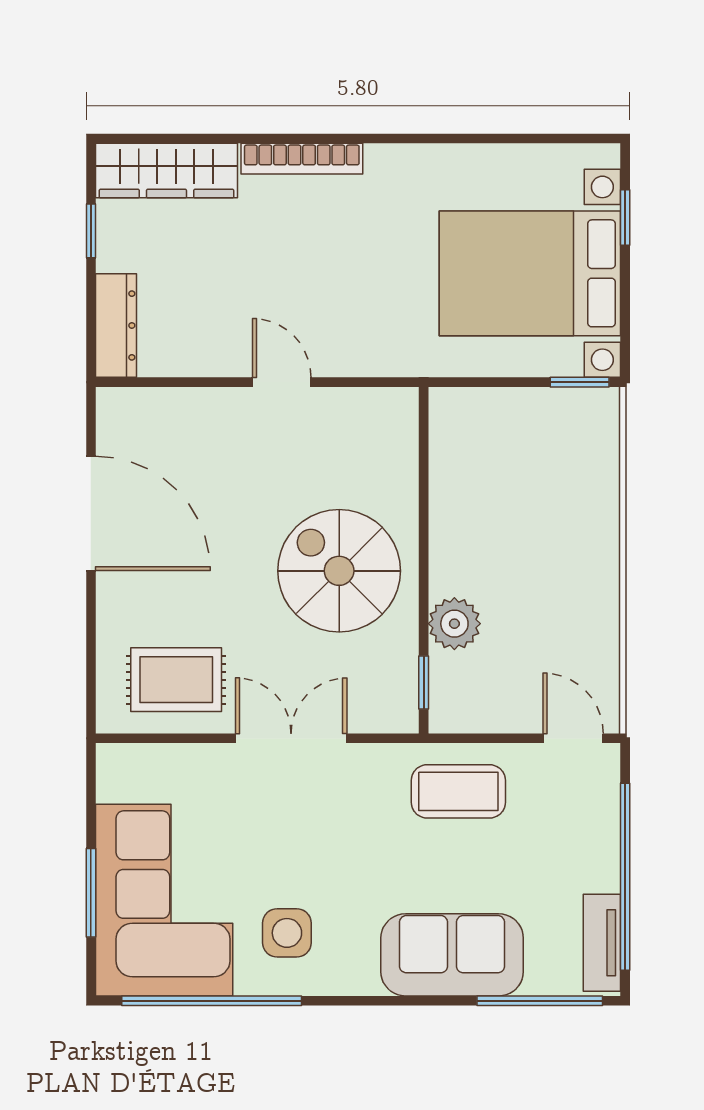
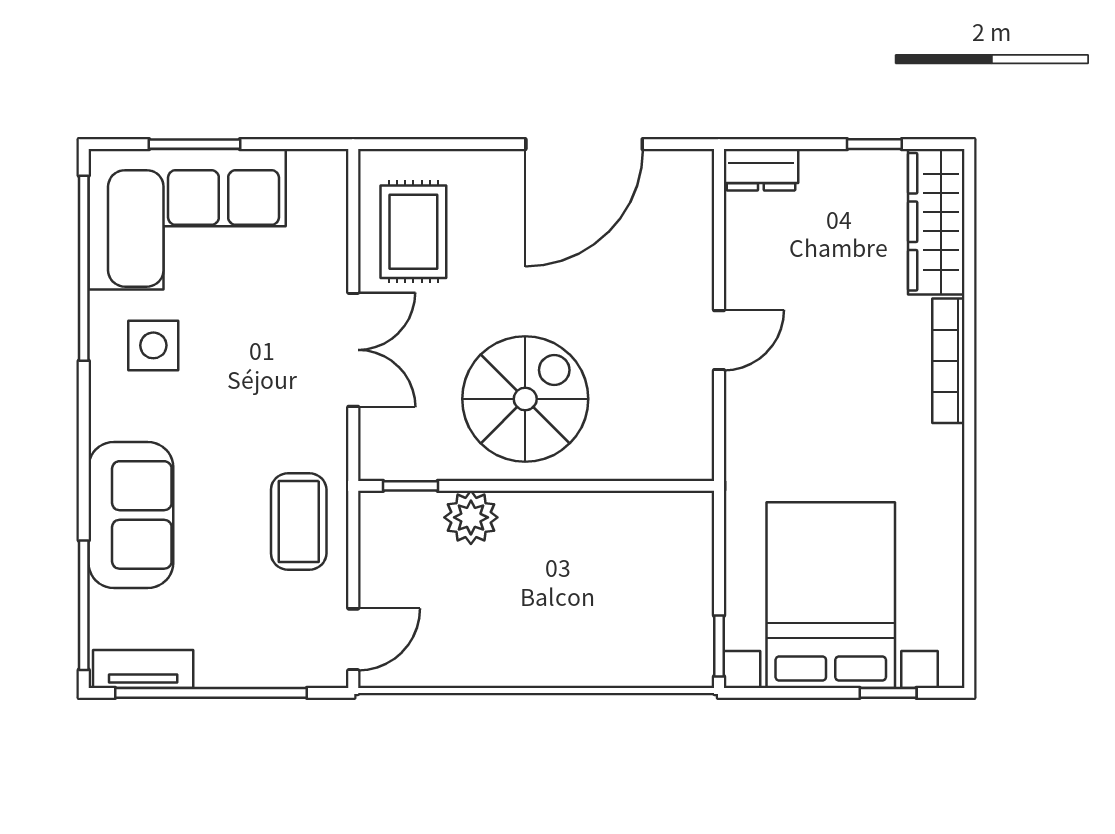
dresser: (116, 325) -> (761, 170), width x0.70

